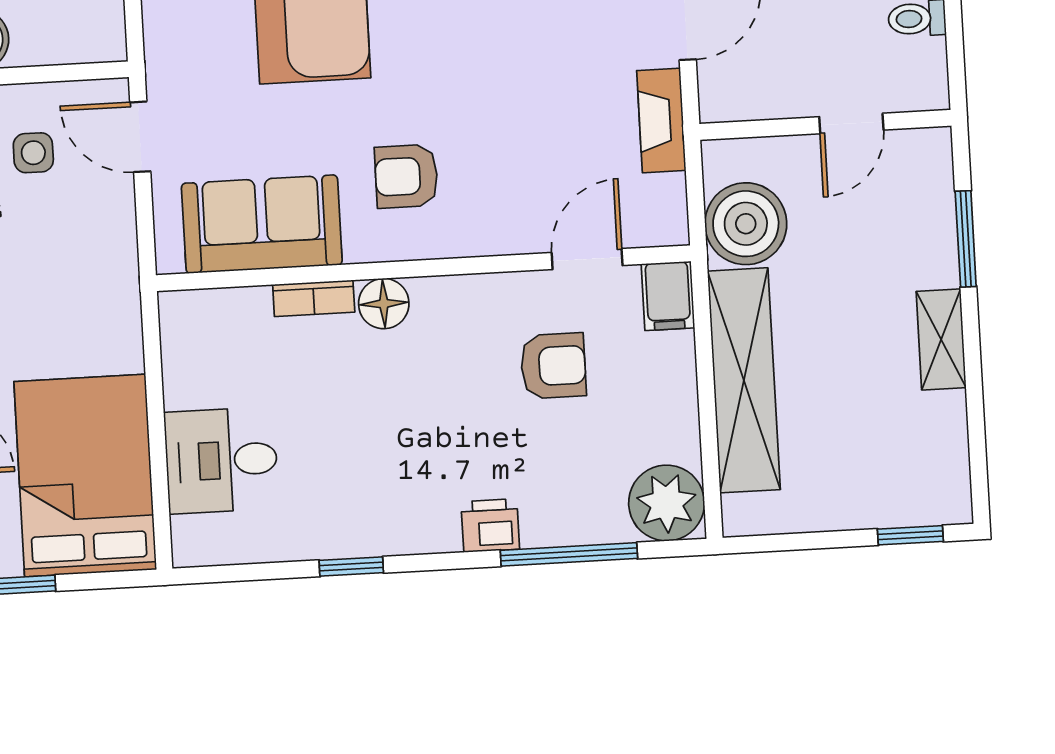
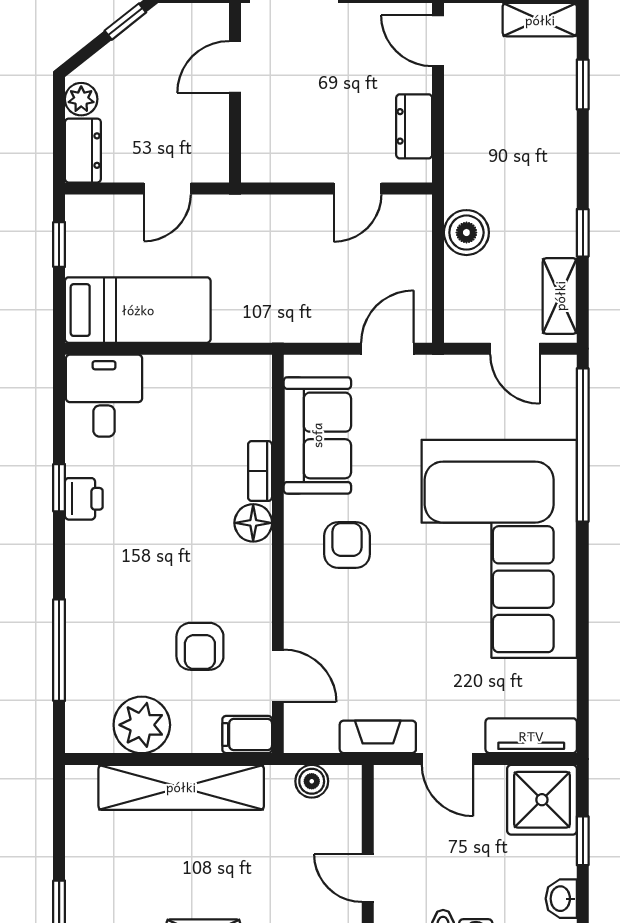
side table: (33, 153) -> (380, 269), removed
boiler: (746, 224) -> (312, 781), width x0.54, depth x0.54
desk: (221, 460) -> (104, 396), moved
bed: (85, 476) -> (138, 310), width x0.67
plant: (667, 503) -> (142, 725), moved
printer: (490, 525) -> (84, 499), moved

